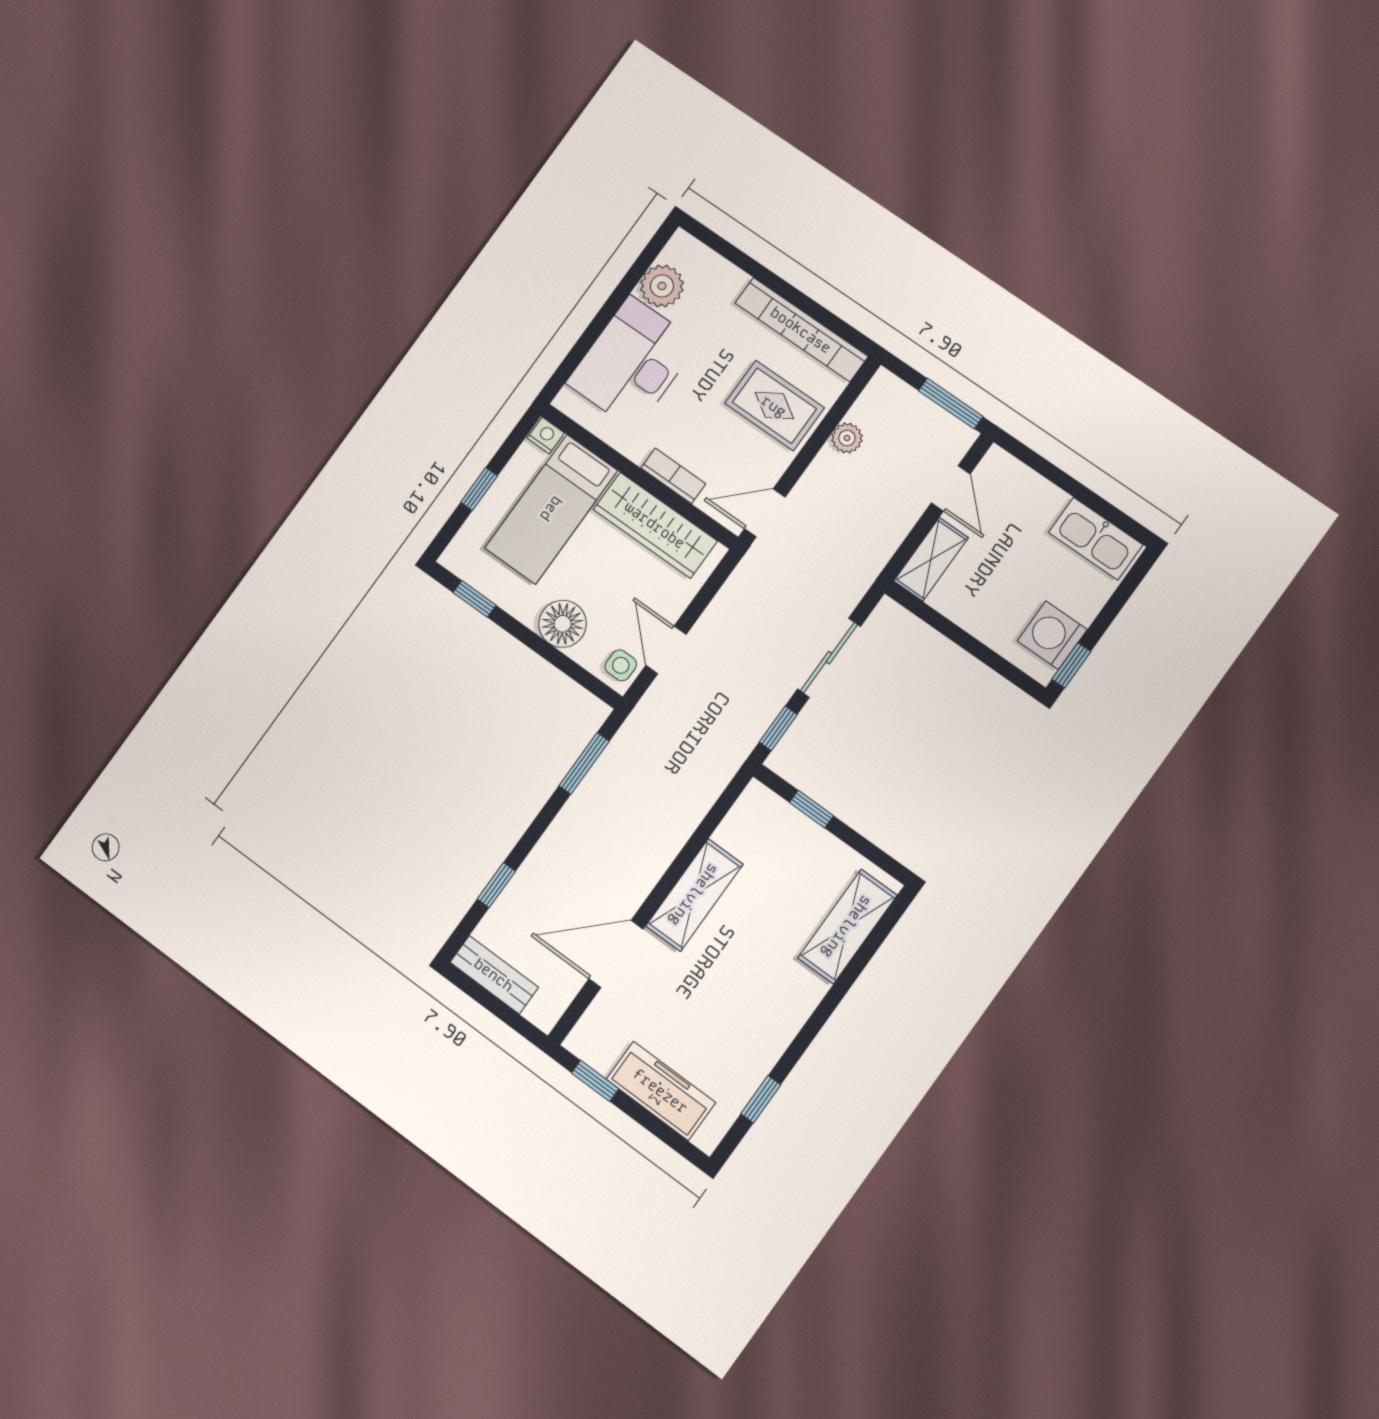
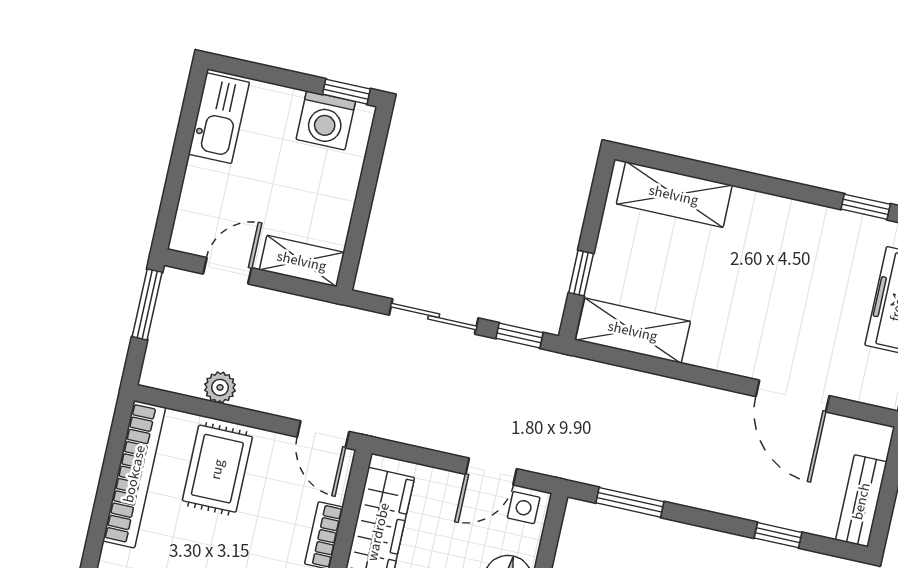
shelving: (694, 895) -> (633, 331), moved

